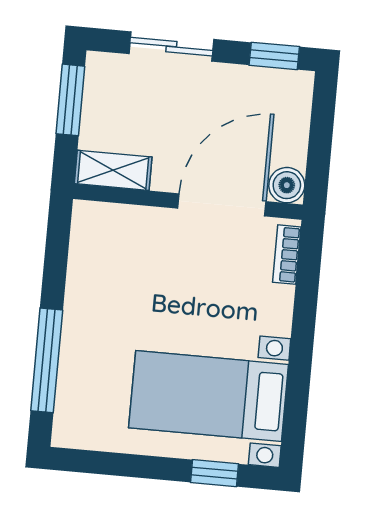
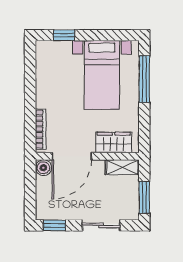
wardrobe: (127, 227) -> (114, 142), added
bookcase: (287, 255) -> (41, 129), width x1.56
bed with nightstands: (209, 396) -> (102, 75), moved, turned 90

